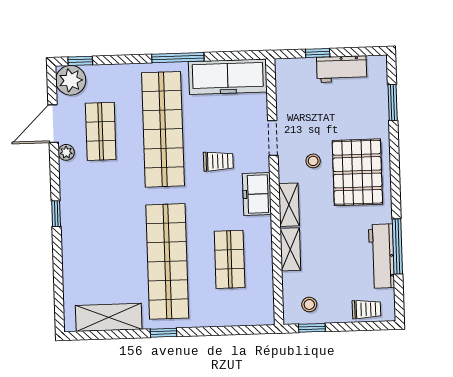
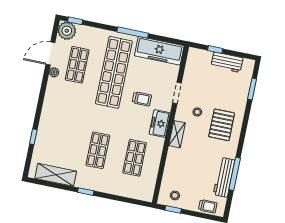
pallet: (357, 172) -> (222, 125), width x0.73, depth x0.71
window: (56, 214) -> (33, 137), moved
shelving: (290, 249) -> (172, 160), removed
shop shelf: (167, 261) -> (98, 150), width x0.50, depth x0.74

